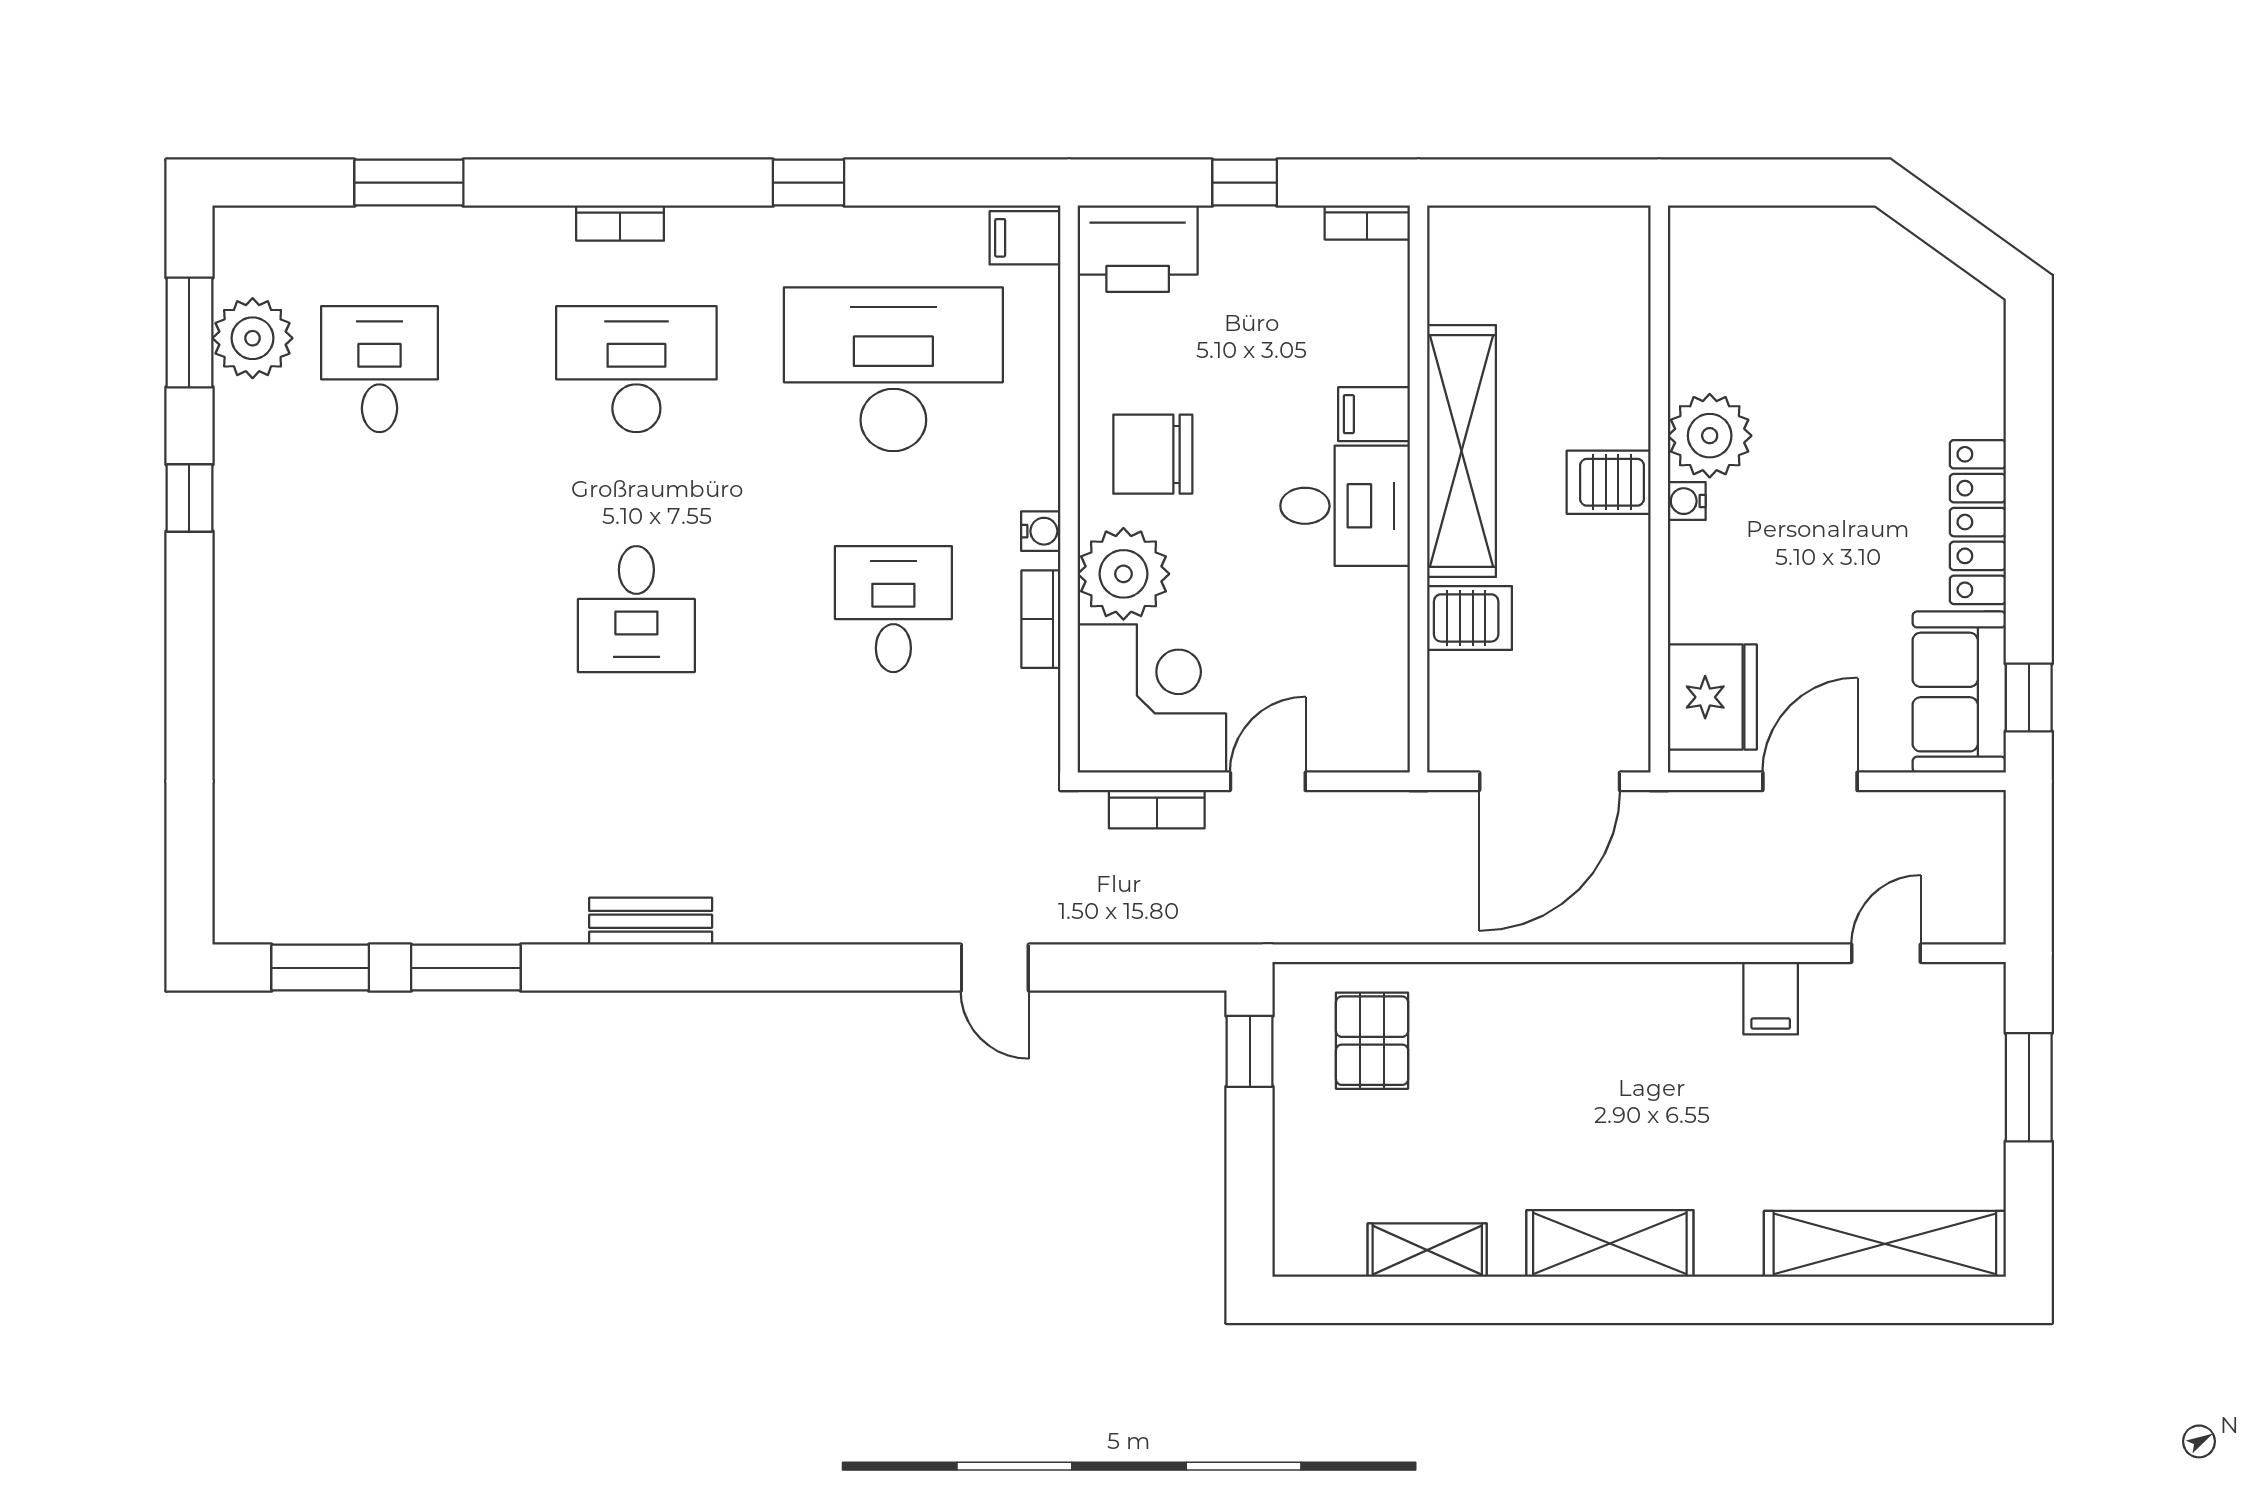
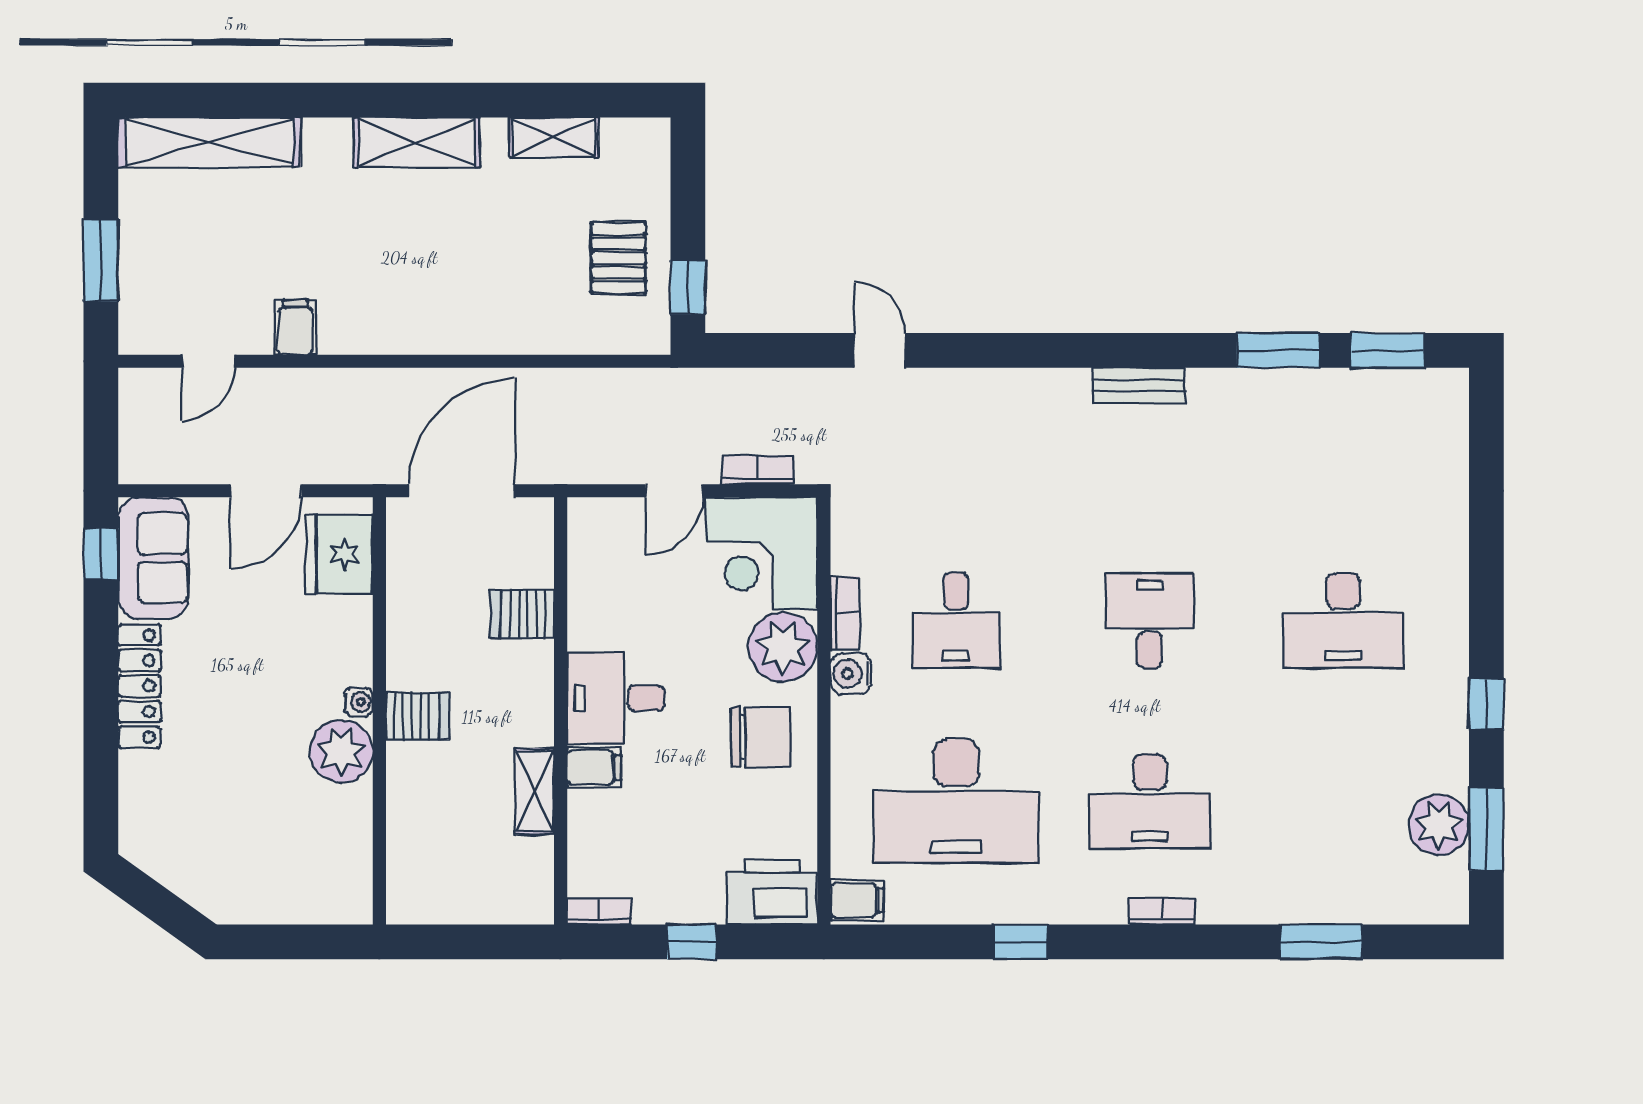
desk: (379, 369) -> (1343, 621), moved, width x1.37
shelving: (1461, 451) -> (535, 791), width x0.45, depth x0.75
water cooler: (1041, 531) -> (851, 674), width x1.38, depth x1.38
pallet: (1372, 1041) -> (619, 258), moved

